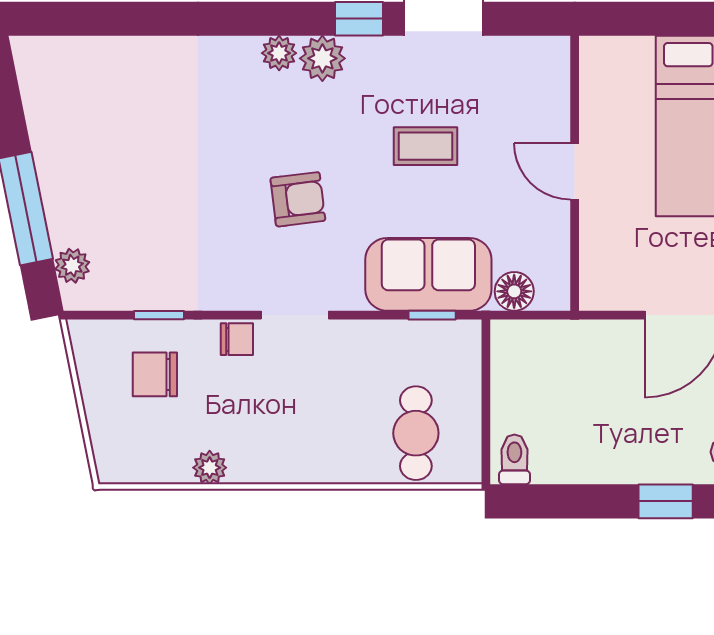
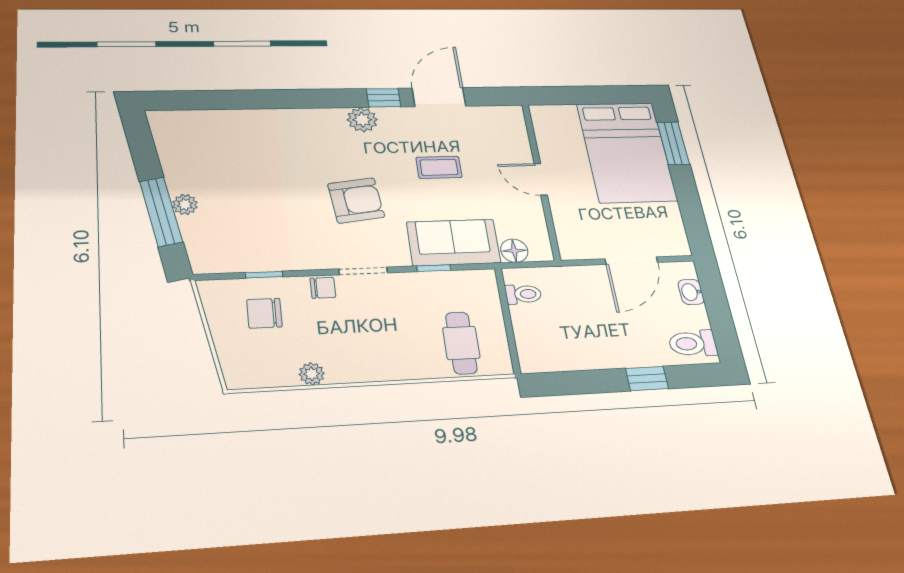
plant: (279, 53) -> (333, 117), removed
armchair: (298, 199) -> (356, 200), width x1.38, depth x1.38
plant: (72, 266) -> (185, 205), moved
window: (432, 315) -> (434, 268), moved
toilet: (514, 459) -> (523, 294), moved, turned 90

